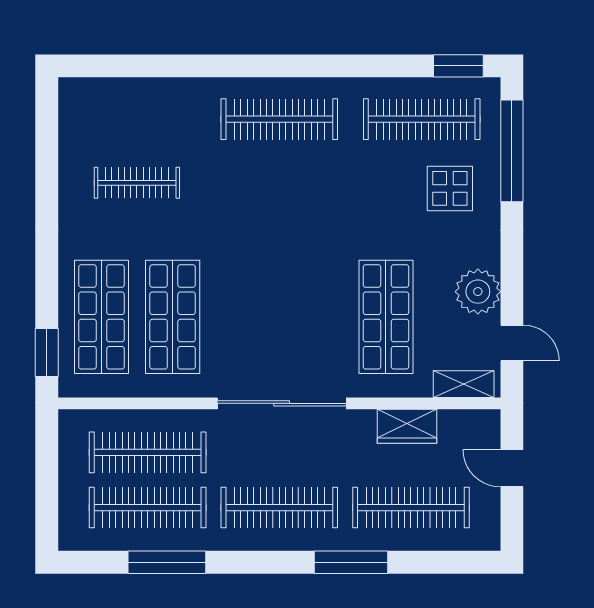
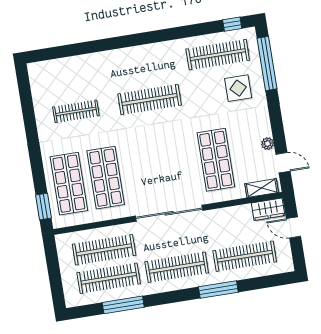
window: (458, 66) -> (232, 24), width x0.67
clothes rail: (279, 119) -> (150, 99), moved
plant: (478, 292) -> (268, 144), width x0.53, depth x0.53
wardrobe: (407, 426) -> (268, 209), moved

